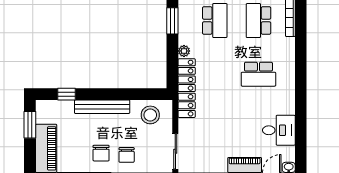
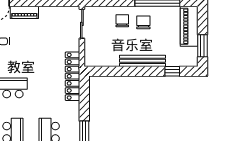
plant: (184, 51) -> (75, 107), removed
stool: (150, 115) -> (103, 54), removed

